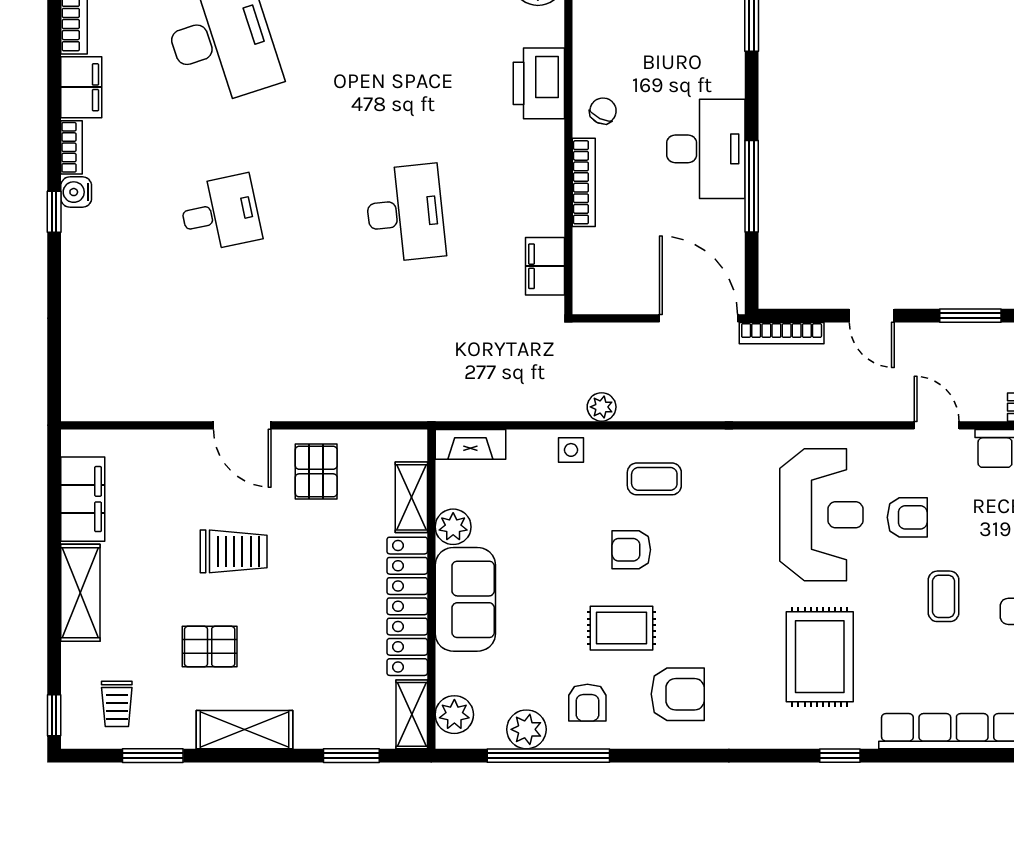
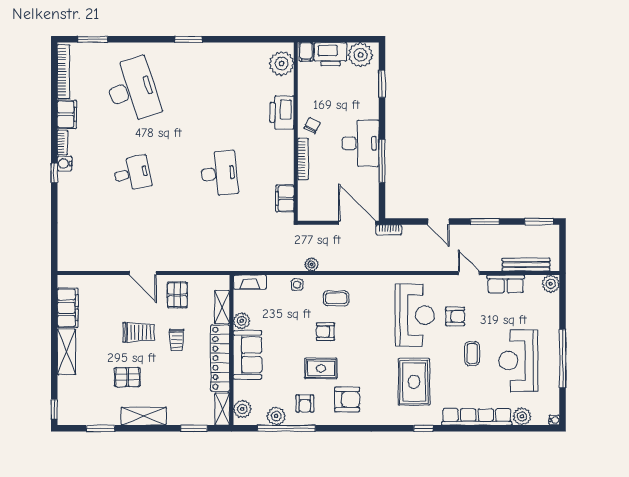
bookcase: (782, 333) -> (389, 230), width x0.64
trolley: (117, 704) -> (177, 340), moved

